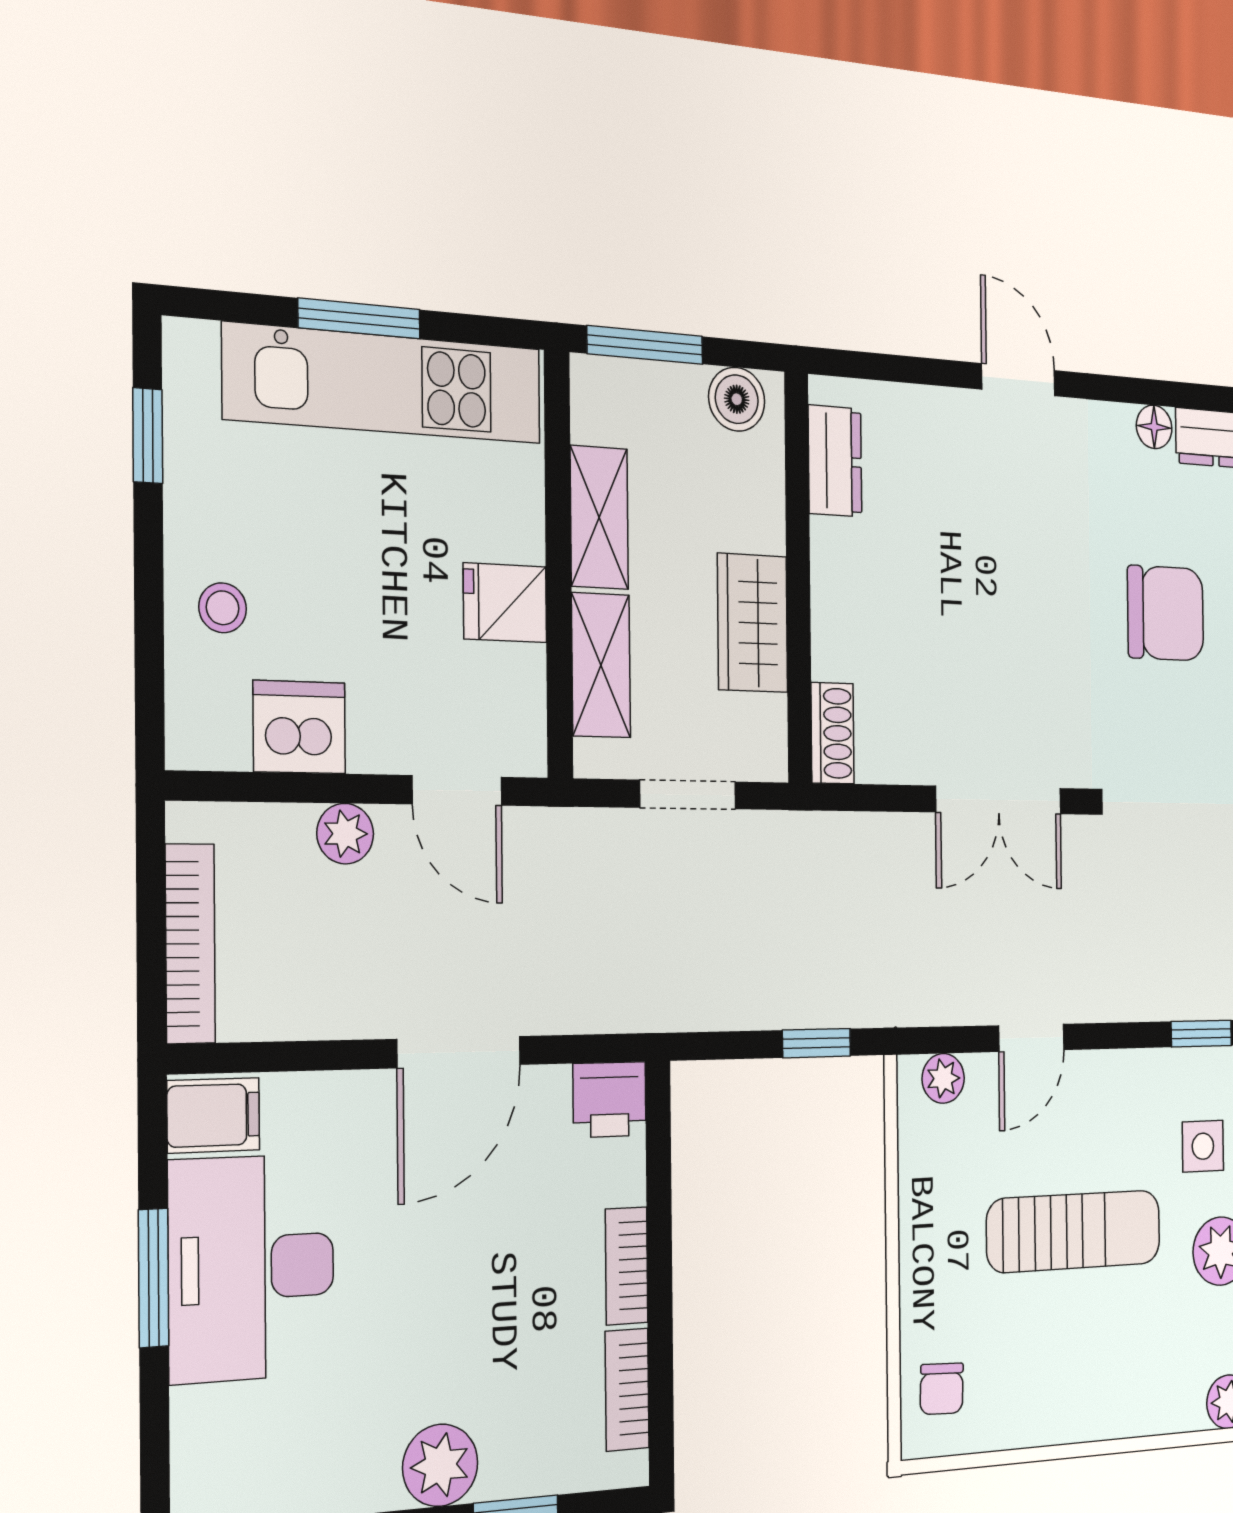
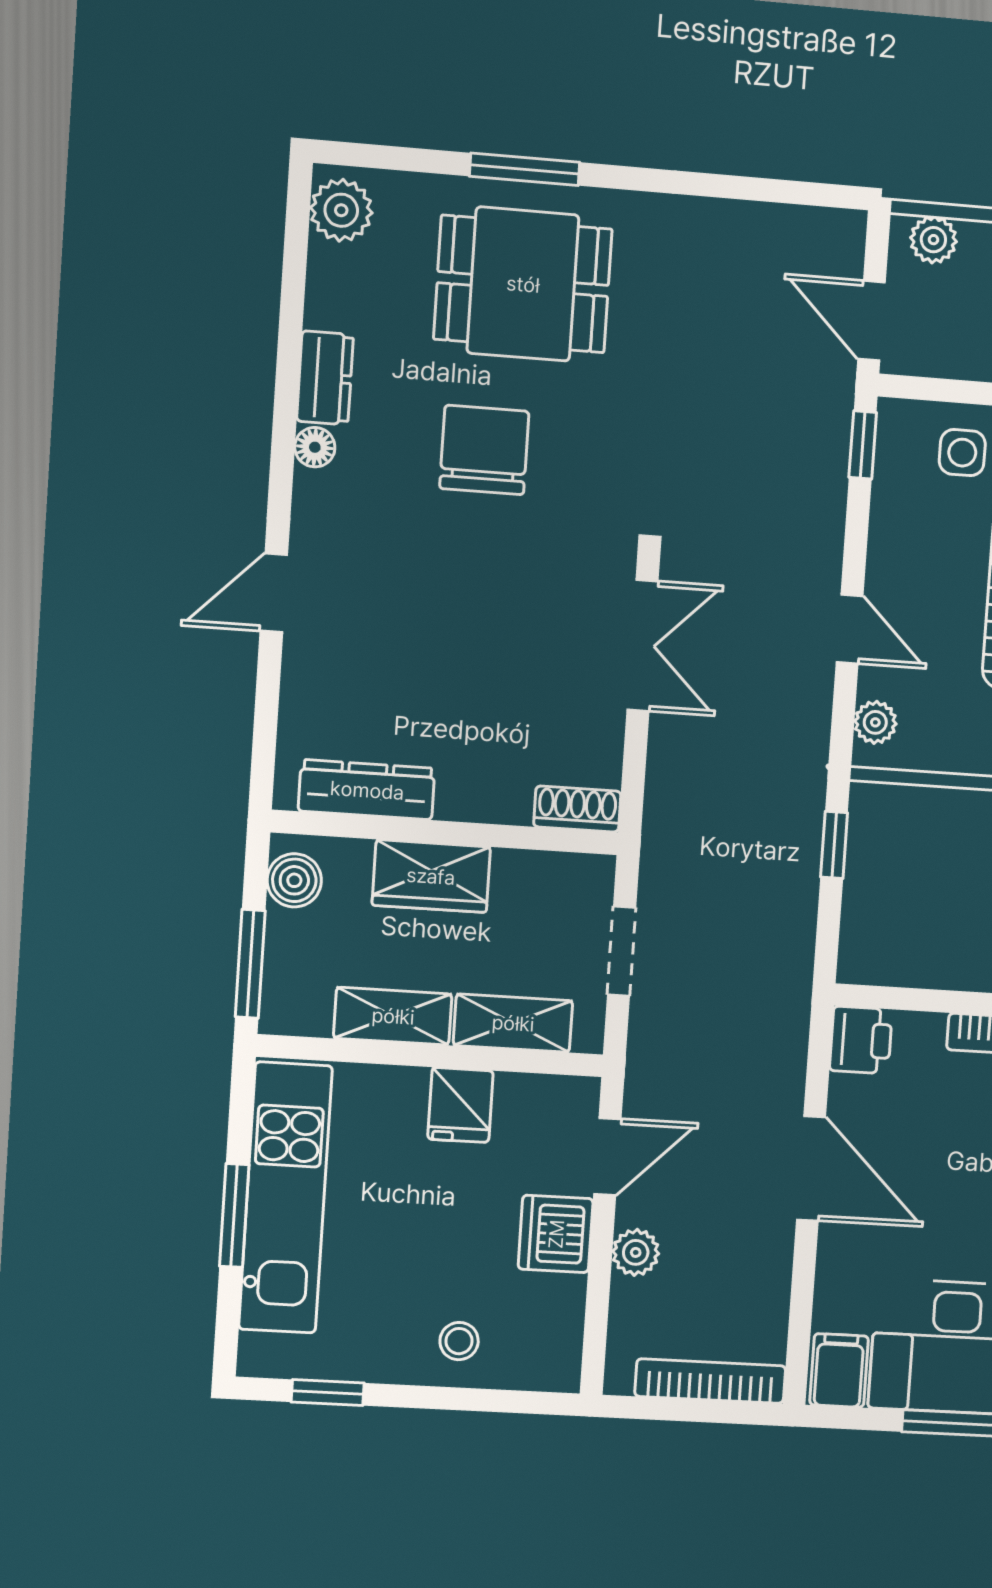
dresser: (835, 461) -> (367, 790), width x1.44
wardrobe: (753, 623) -> (431, 876), moved
dishwasher: (299, 727) -> (556, 1234), moved

